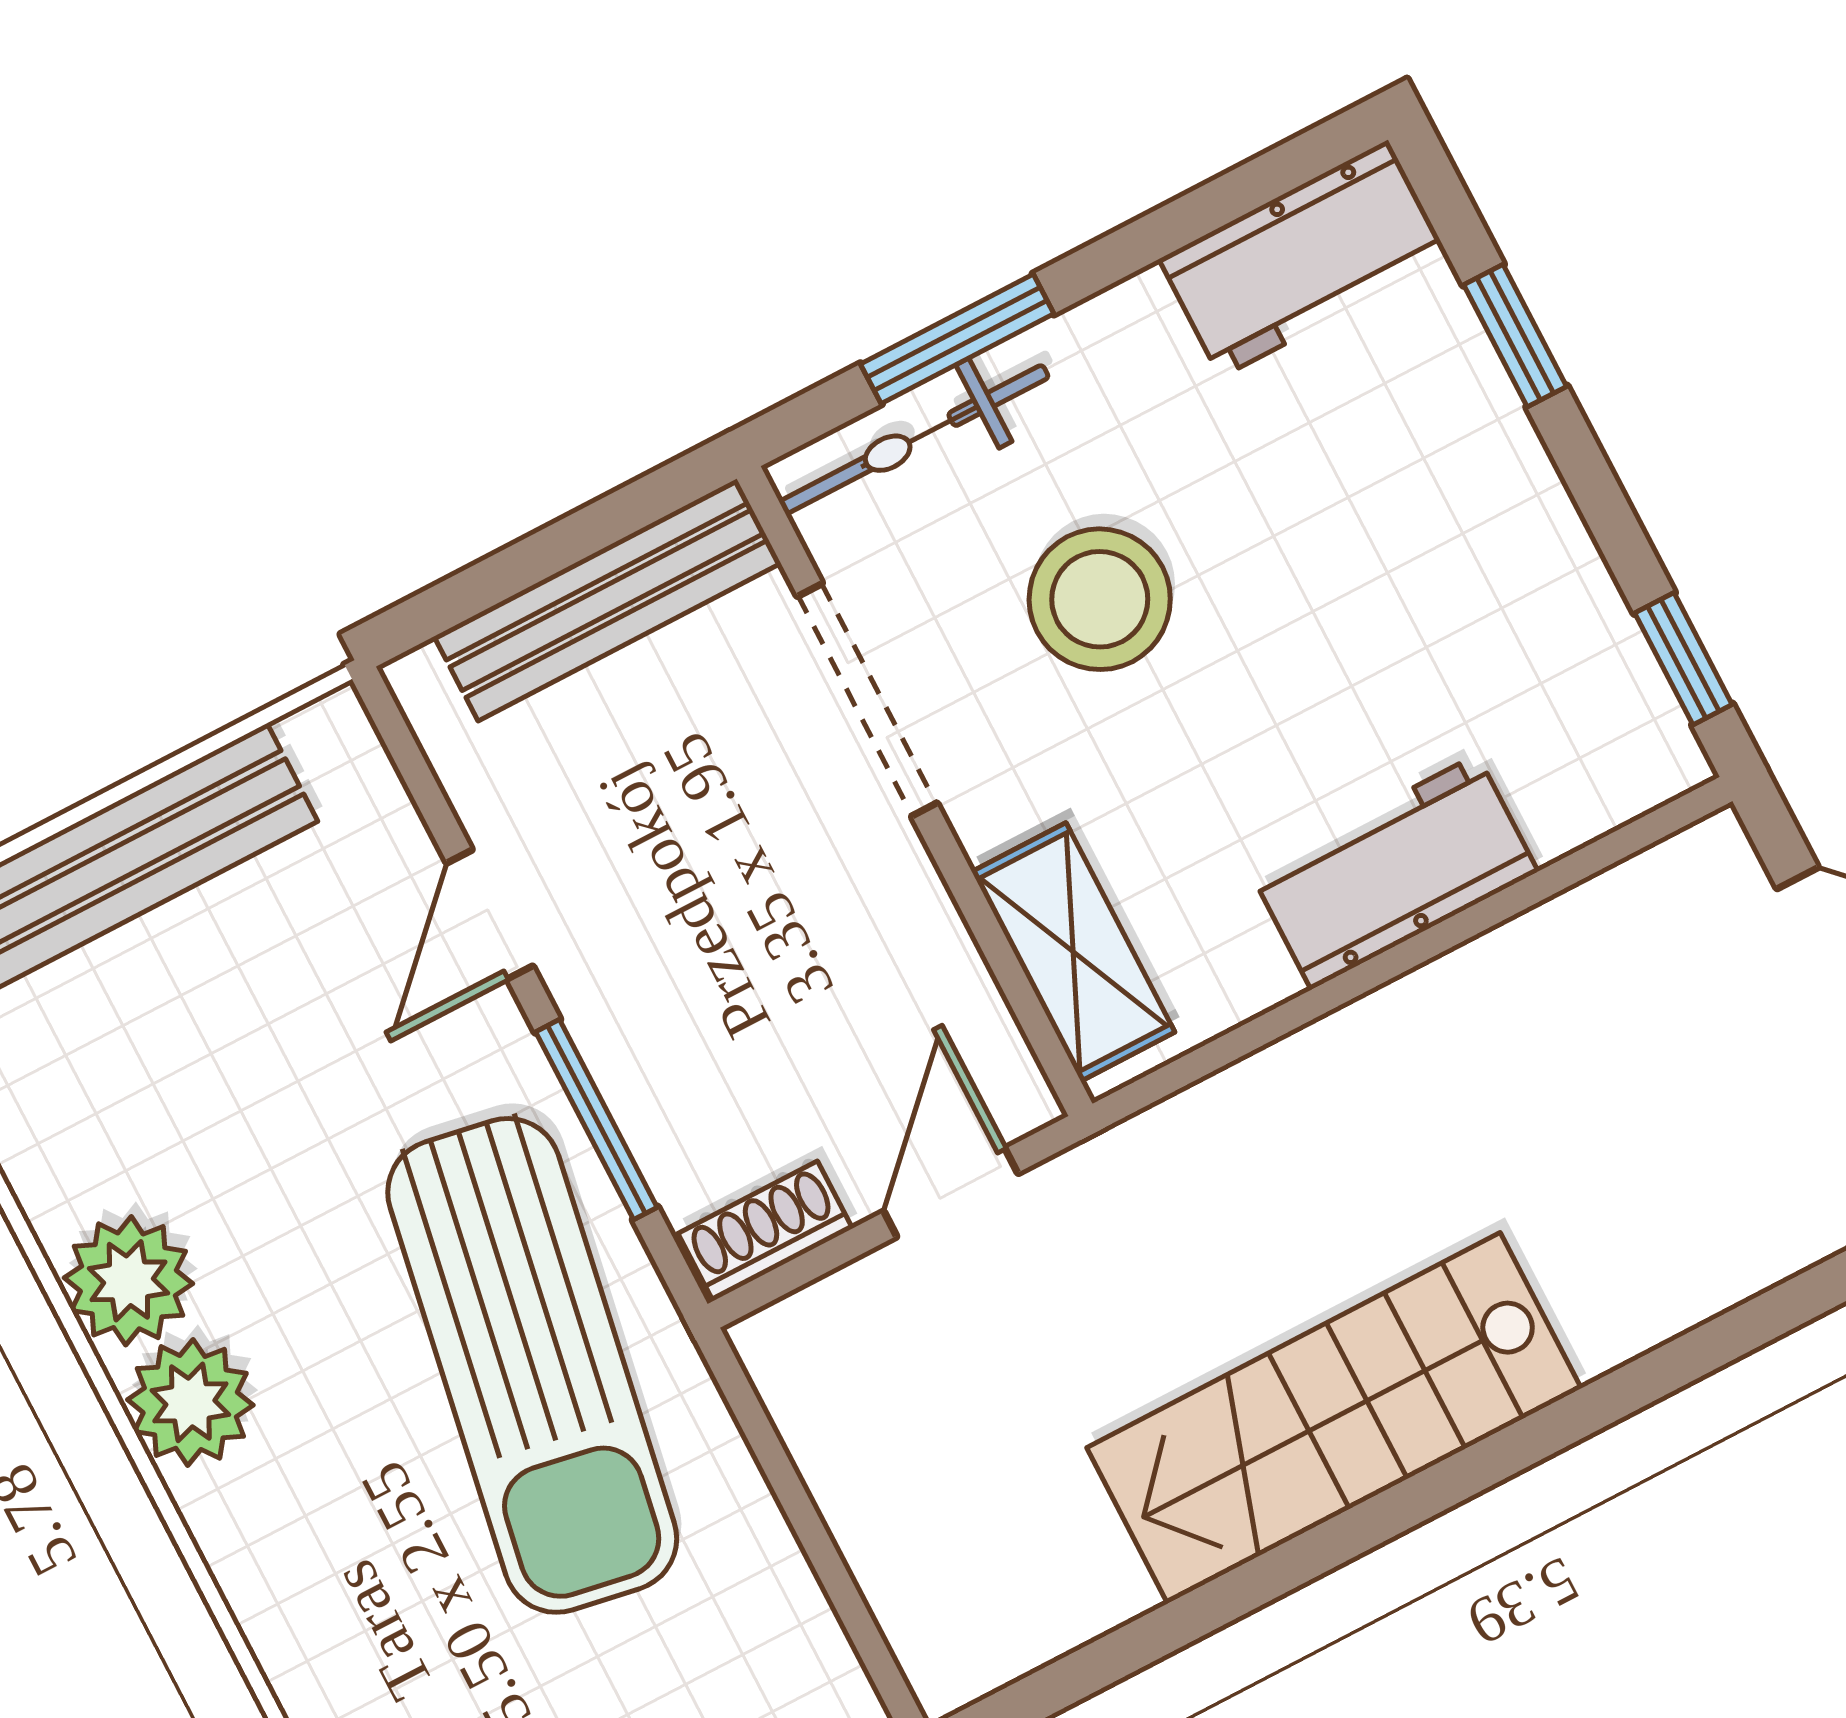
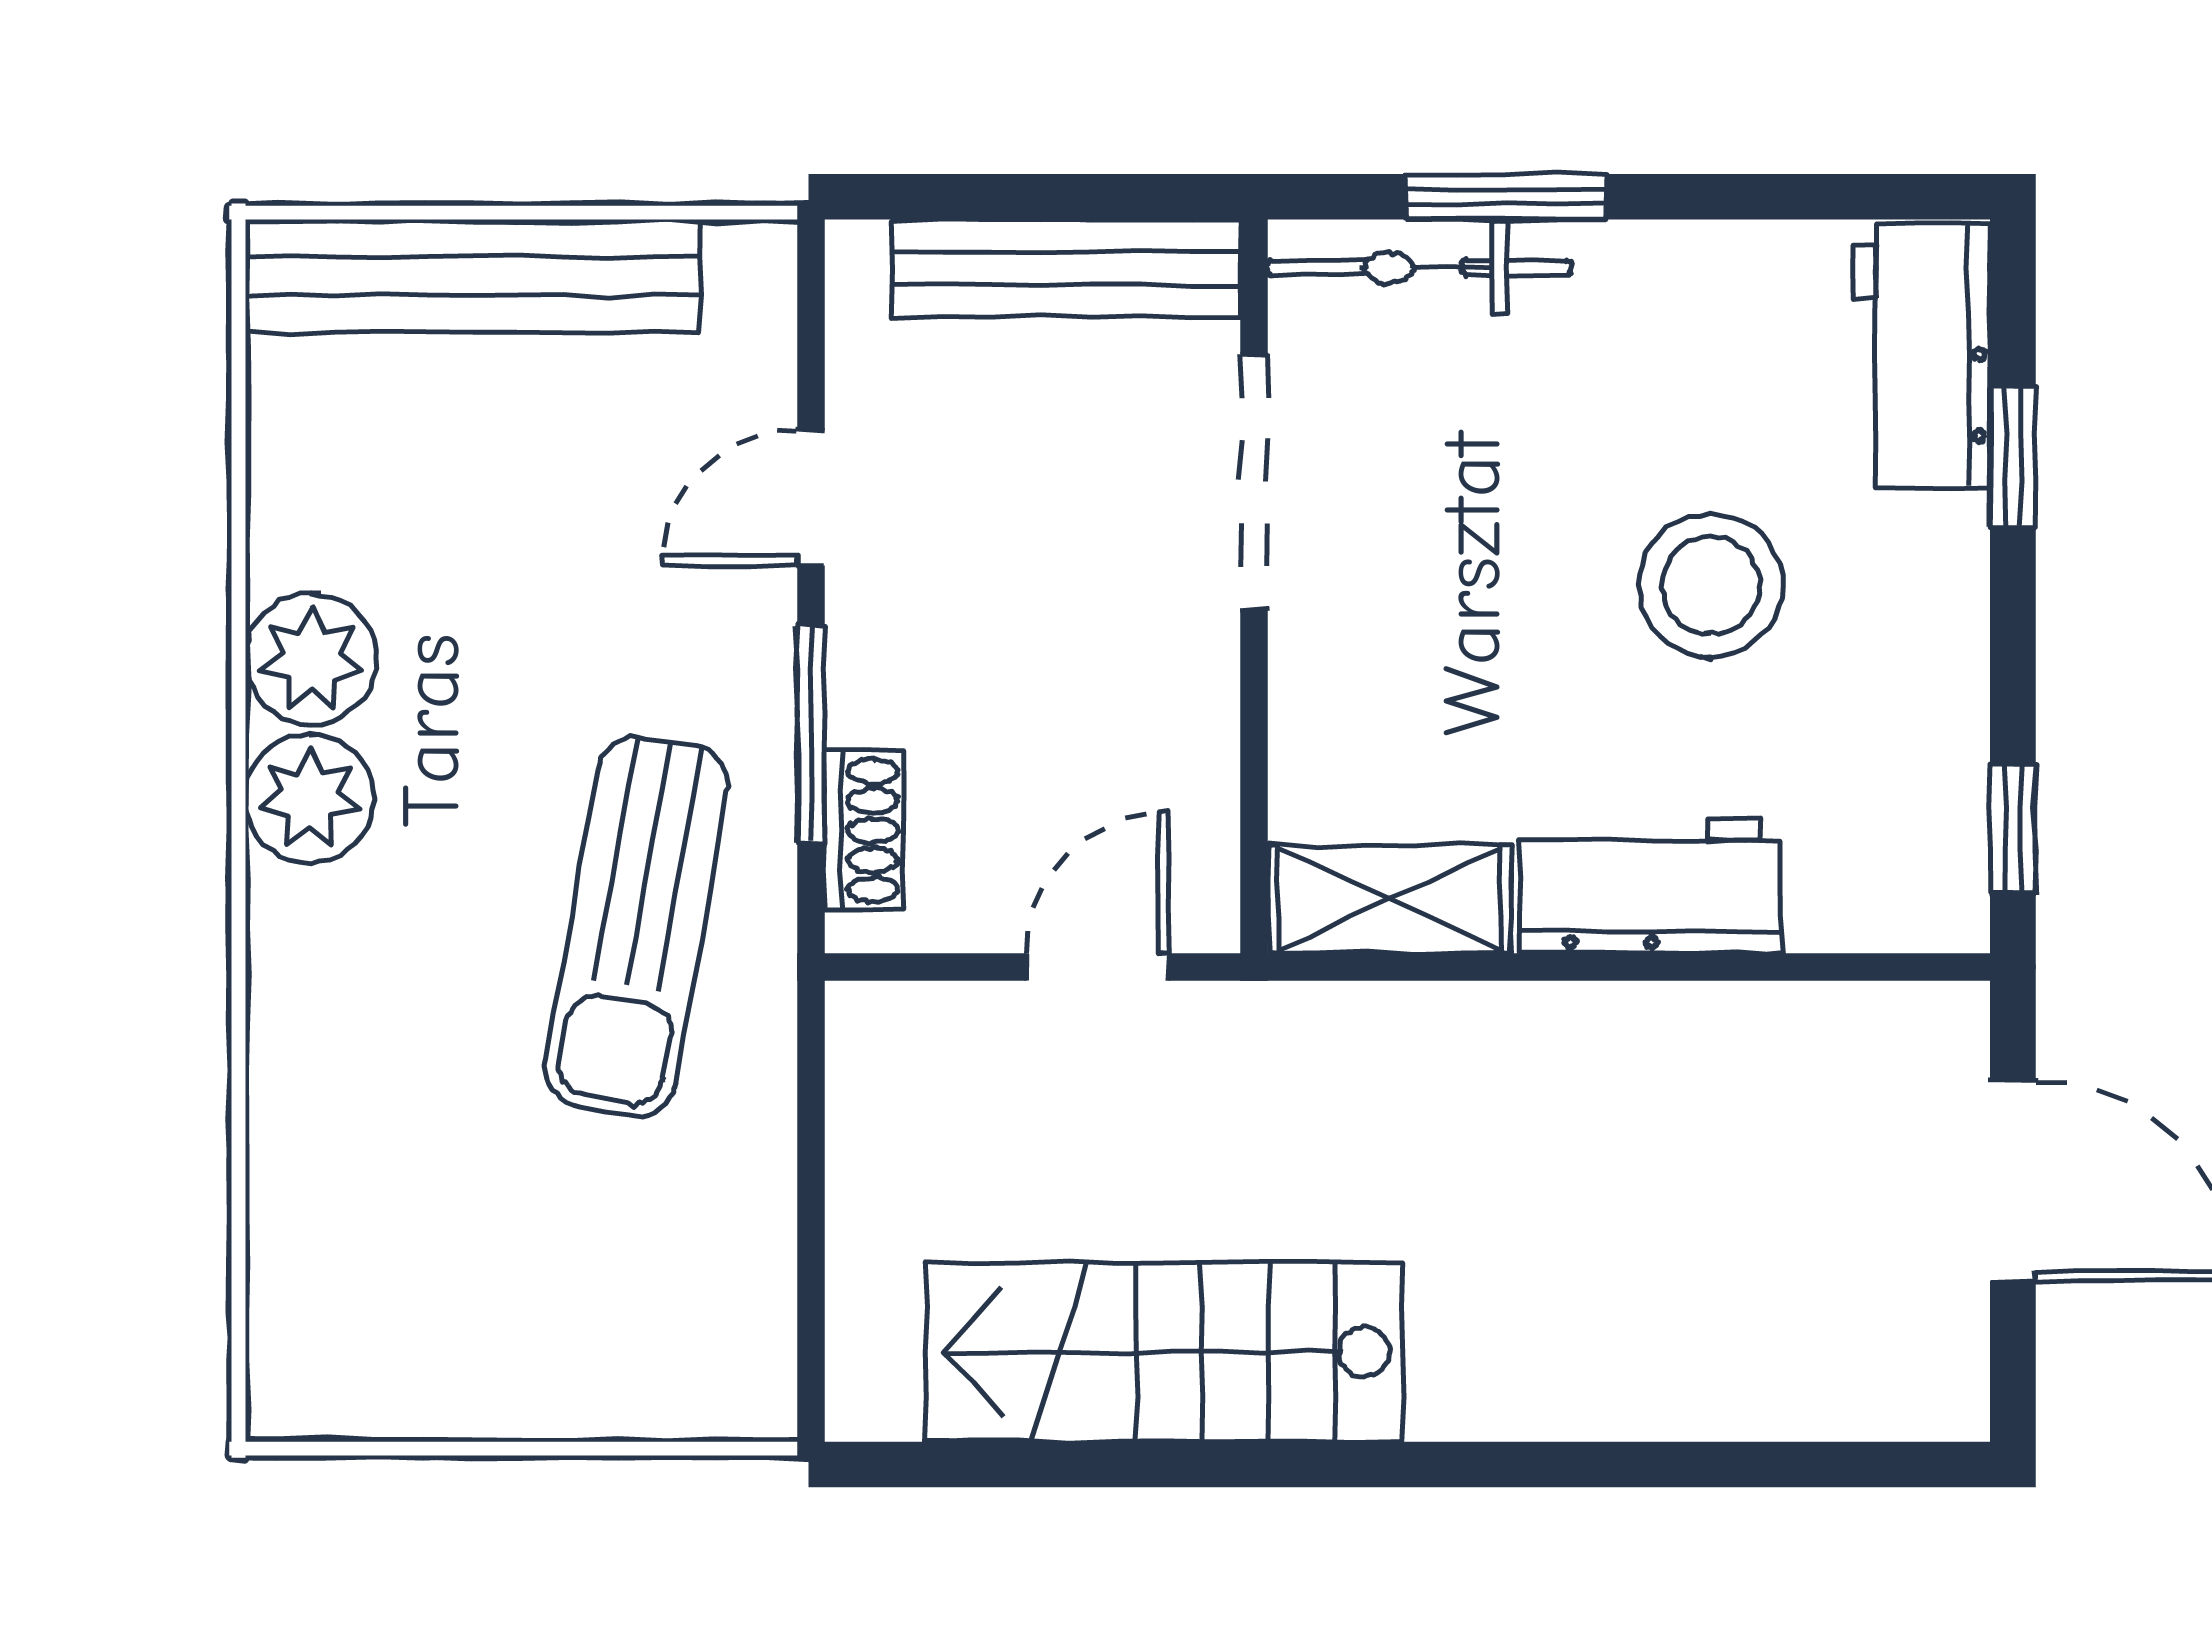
workbench: (1304, 259) -> (1922, 356), moved, turned 90
stool: (1100, 599) -> (1711, 586), moved
shelving: (1073, 952) -> (1390, 899), moved, turned 90
shoe rack: (765, 1231) -> (864, 831), moved, turned 90
sun lounger: (532, 1365) -> (637, 926), width x0.73, depth x0.75
stairs: (1334, 1418) -> (1164, 1352), moved

